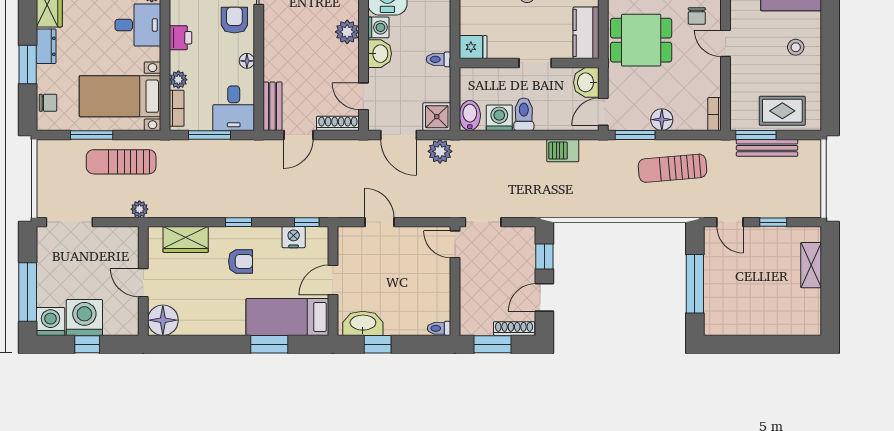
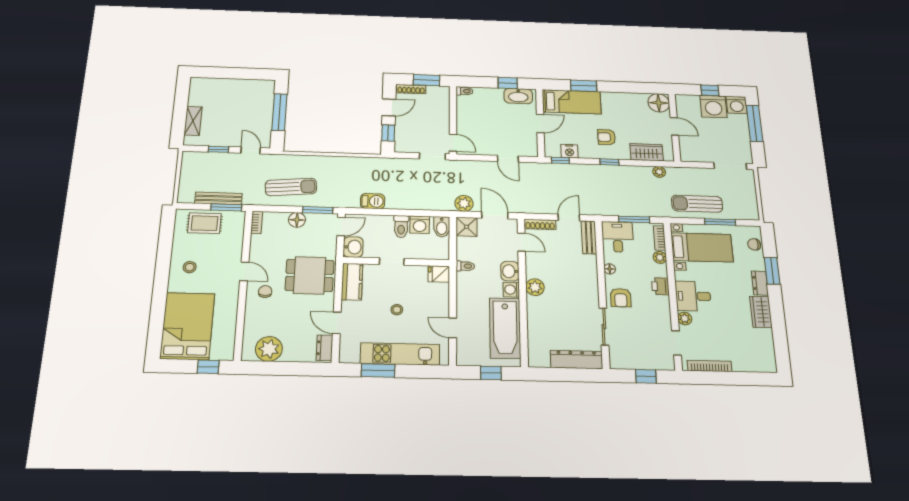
sun lounger: (121, 162) -> (697, 204), turned 180
plant: (139, 209) -> (659, 172), moved

